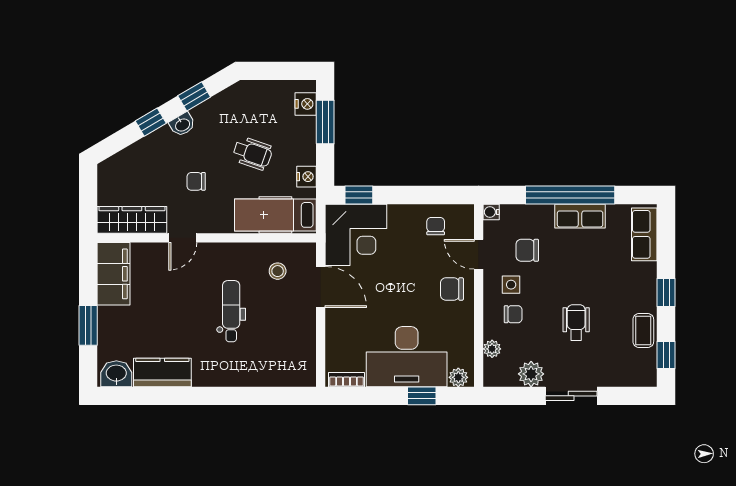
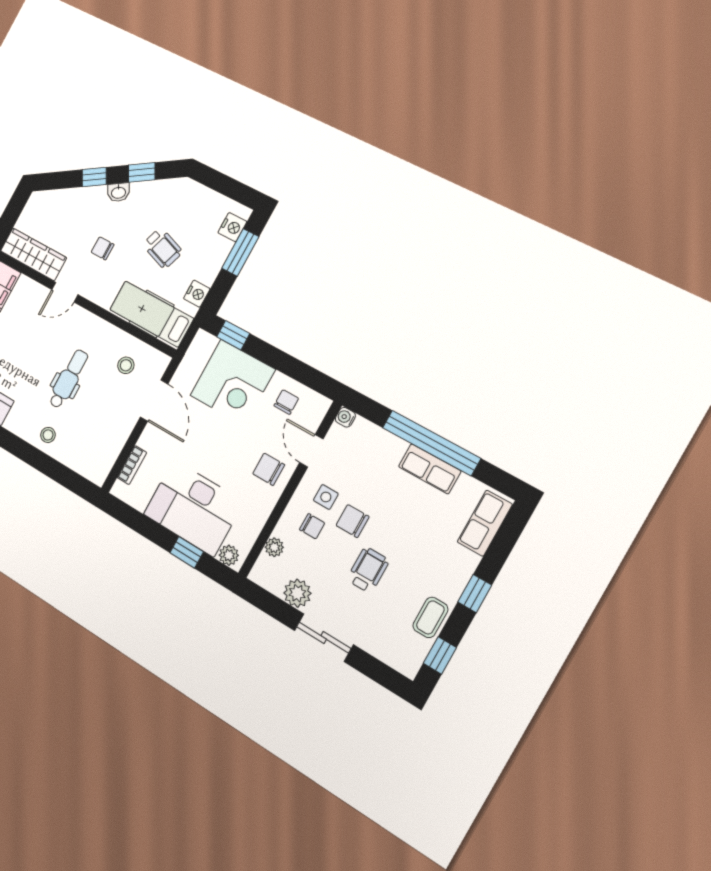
corner desk: (356, 235) -> (233, 382), moved
chair: (527, 250) -> (353, 521), moved
stool: (241, 370) -> (48, 435), added
bookcase: (347, 380) -> (132, 465), moved, turned 90

